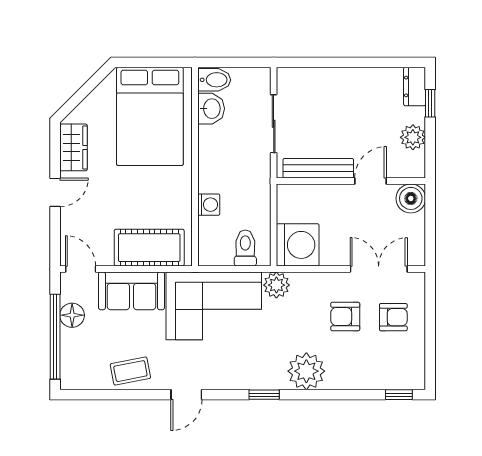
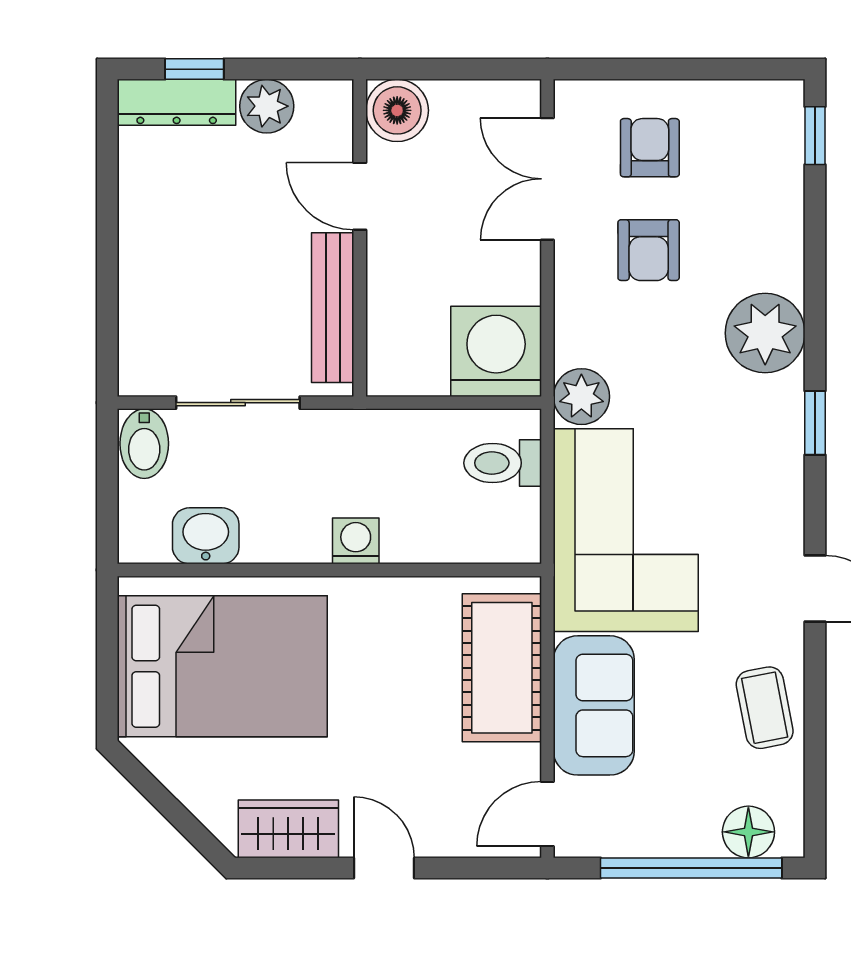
bidet: (214, 80) -> (144, 444), moved, turned 180
dresser: (415, 87) -> (177, 102), width x1.44
washing machine: (209, 205) -> (356, 541), moved
floor lamp: (72, 315) -> (748, 832), moved

